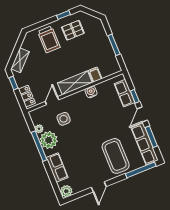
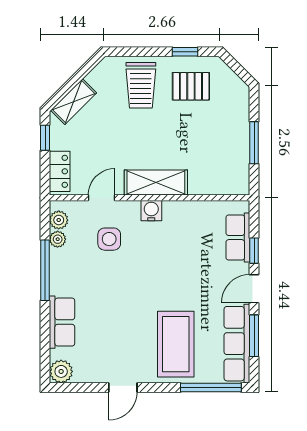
filing cabinet: (95, 75) -> (199, 183), removed
water cooler: (91, 92) -> (151, 211), moved
plant: (49, 140) -> (59, 220), moved, width x0.53, depth x0.53

